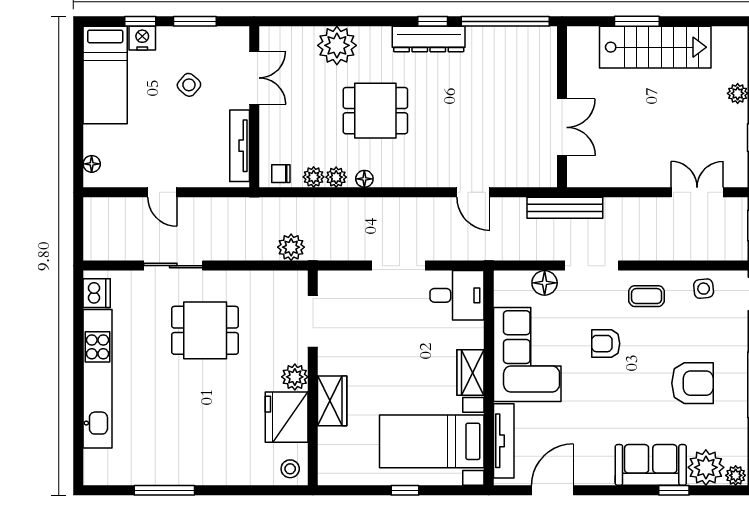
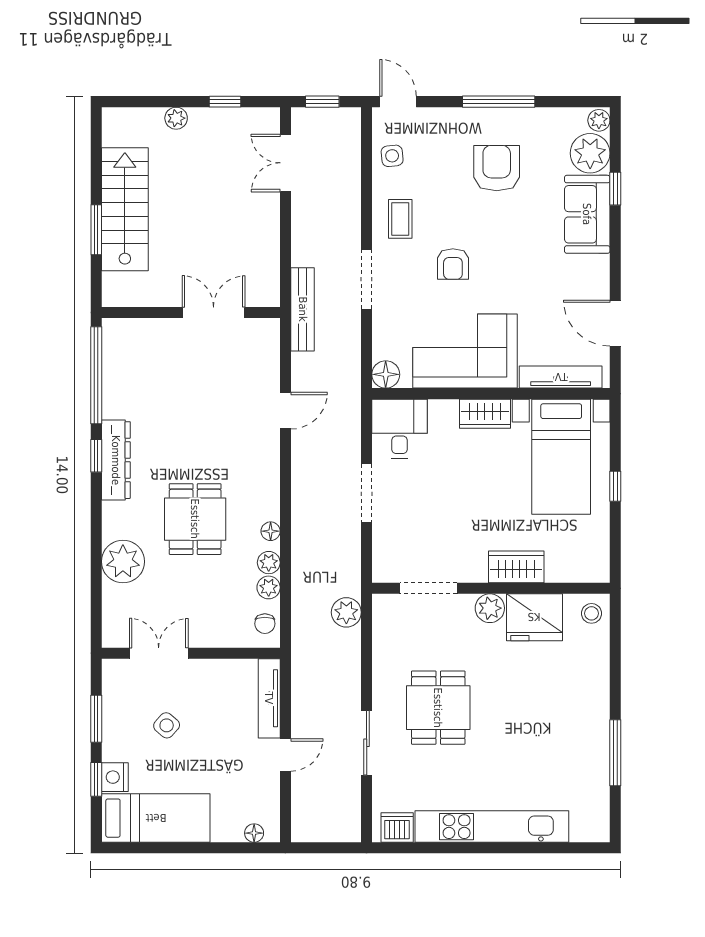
tv unit: (240, 146) -> (269, 698), moved, turned 90
floor lamp: (545, 283) -> (386, 374), moved

